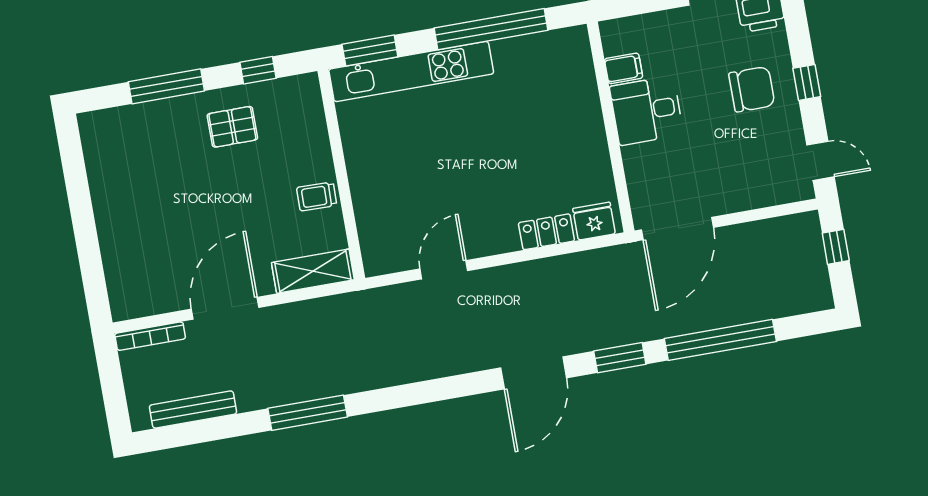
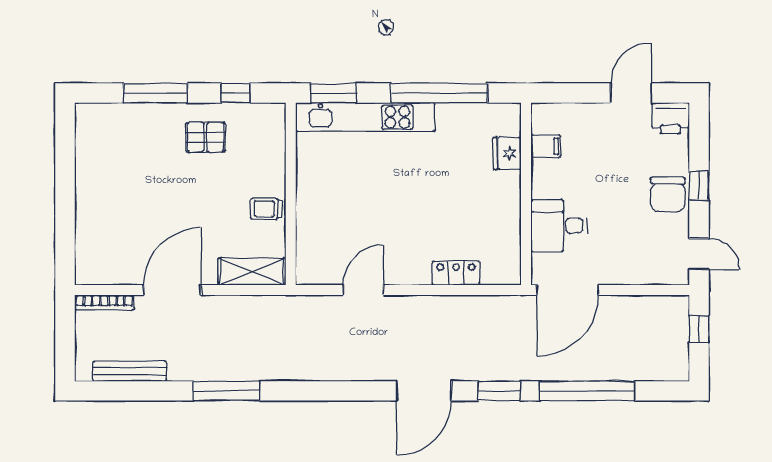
chair: (752, 89) -> (668, 194), moved, turned 90
desk: (647, 111) -> (559, 226), moved
fridge: (594, 221) -> (507, 153), moved, turned -90

